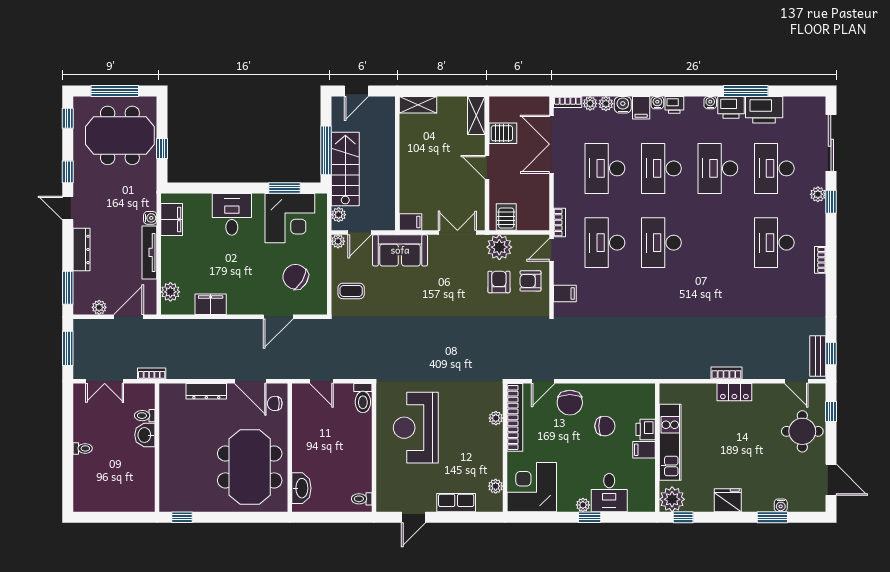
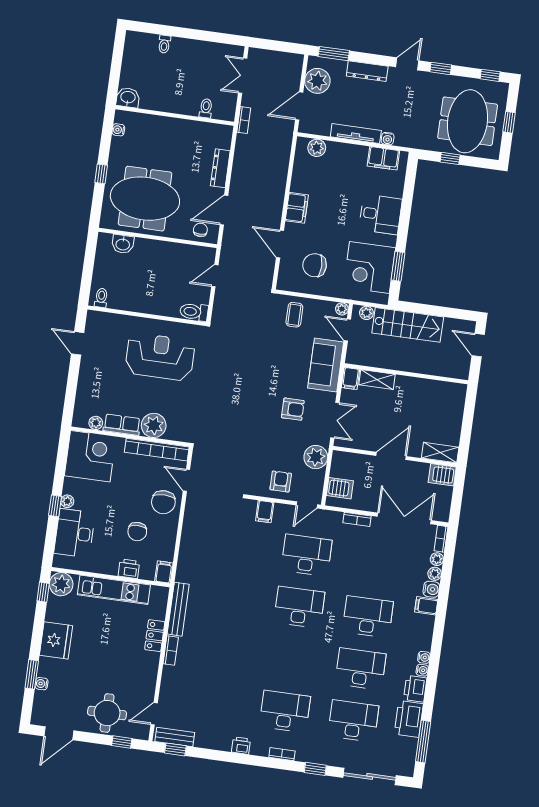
window: (115, 91) -> (509, 122), width x0.46
window: (746, 91) -> (423, 742), moved
water cooler: (657, 103) -> (424, 657), moved
shelving: (418, 105) -> (377, 379), moved, turned 90
printer: (674, 105) -> (241, 746), moved, turned 90
server rack: (503, 133) -> (442, 475), moved, turned 90
window: (326, 150) -> (427, 309), removed
door: (487, 167) -> (391, 456), width x1.38
desk: (605, 168) -> (375, 565), removed
plant: (818, 194) -> (324, 758), removed
server rack: (506, 217) -> (340, 488), moved
bookcase: (559, 222) -> (357, 519), moved
door: (552, 250) -> (307, 505), swing flipped
bookcase: (820, 260) -> (282, 754), moved
chair: (296, 277) -> (315, 265), turned -121
armchair: (499, 282) -> (293, 409), moved
filing cabinet: (211, 304) -> (297, 208), moved
plant: (99, 307) -> (317, 81), width x1.88, depth x1.88
door: (129, 317) -> (299, 106), swing flipped
window: (68, 348) -> (278, 46), removed
bench: (681, 371) -> (178, 609), added
locker: (734, 392) -> (155, 636), moved
chair: (570, 403) -> (163, 502), turned -90
plant: (496, 418) -> (154, 425), width x1.88, depth x1.88
washbasin: (145, 435) -> (128, 98), moved
toilet: (83, 448) -> (164, 44), moved
filing cabinet: (644, 450) -> (164, 572), moved
washbasin: (301, 488) -> (123, 244), width x0.72
desk: (609, 493) -> (75, 533), width x1.37
fridge: (728, 500) -> (56, 640), width x1.36, depth x1.34
row of seats: (456, 503) -> (122, 425), moved, turned -90
water cooler: (181, 505) -> (118, 130), added
window: (182, 517) -> (101, 174), moved

